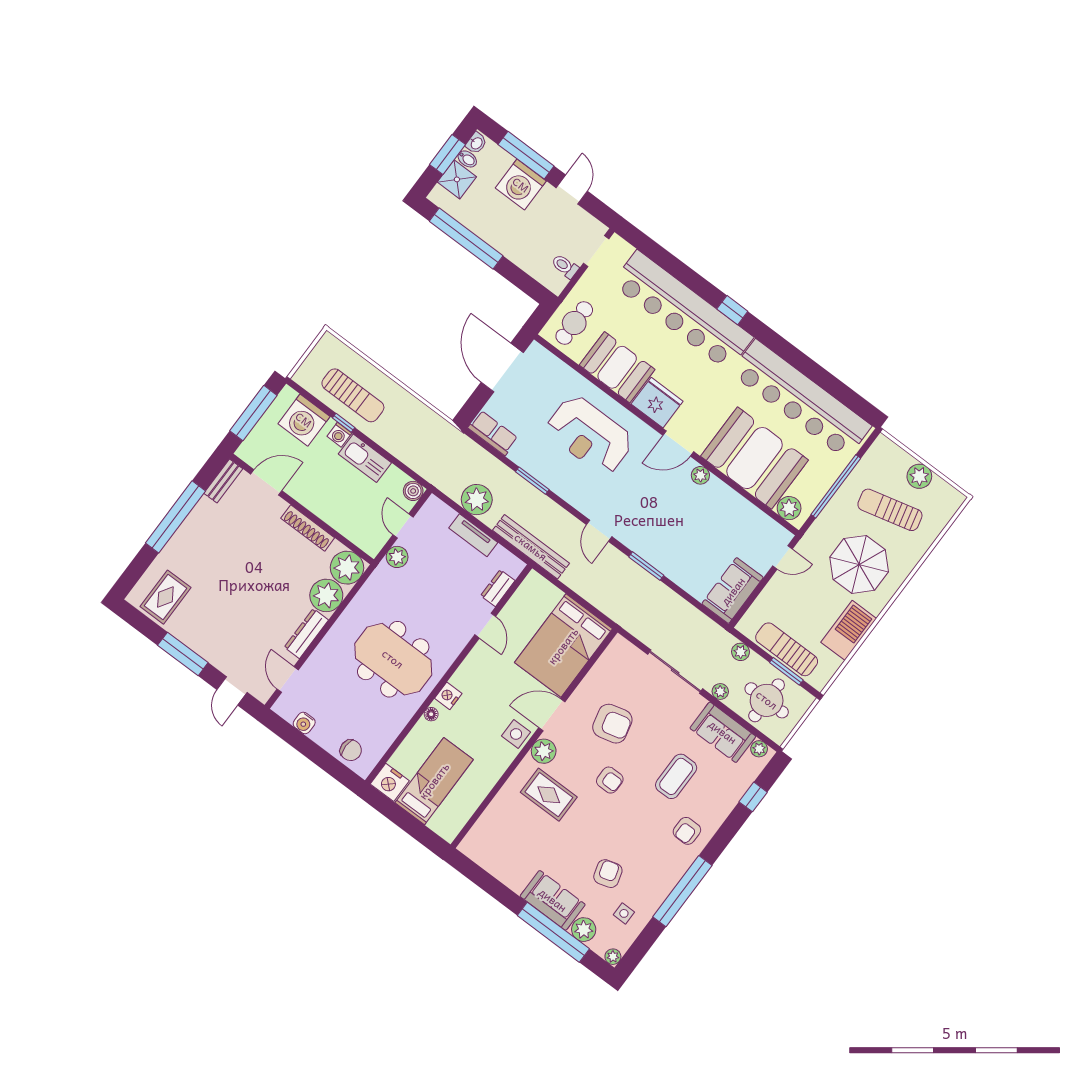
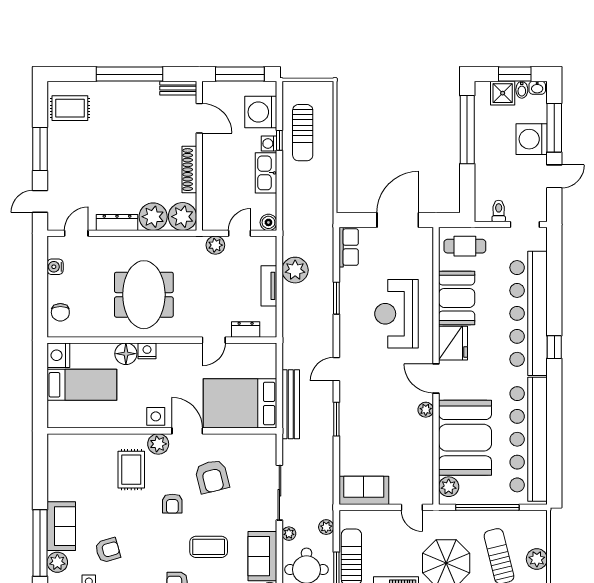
bench: (531, 547) -> (291, 404), moved
floor lamp: (431, 714) -> (126, 354), width x1.89, depth x1.89

